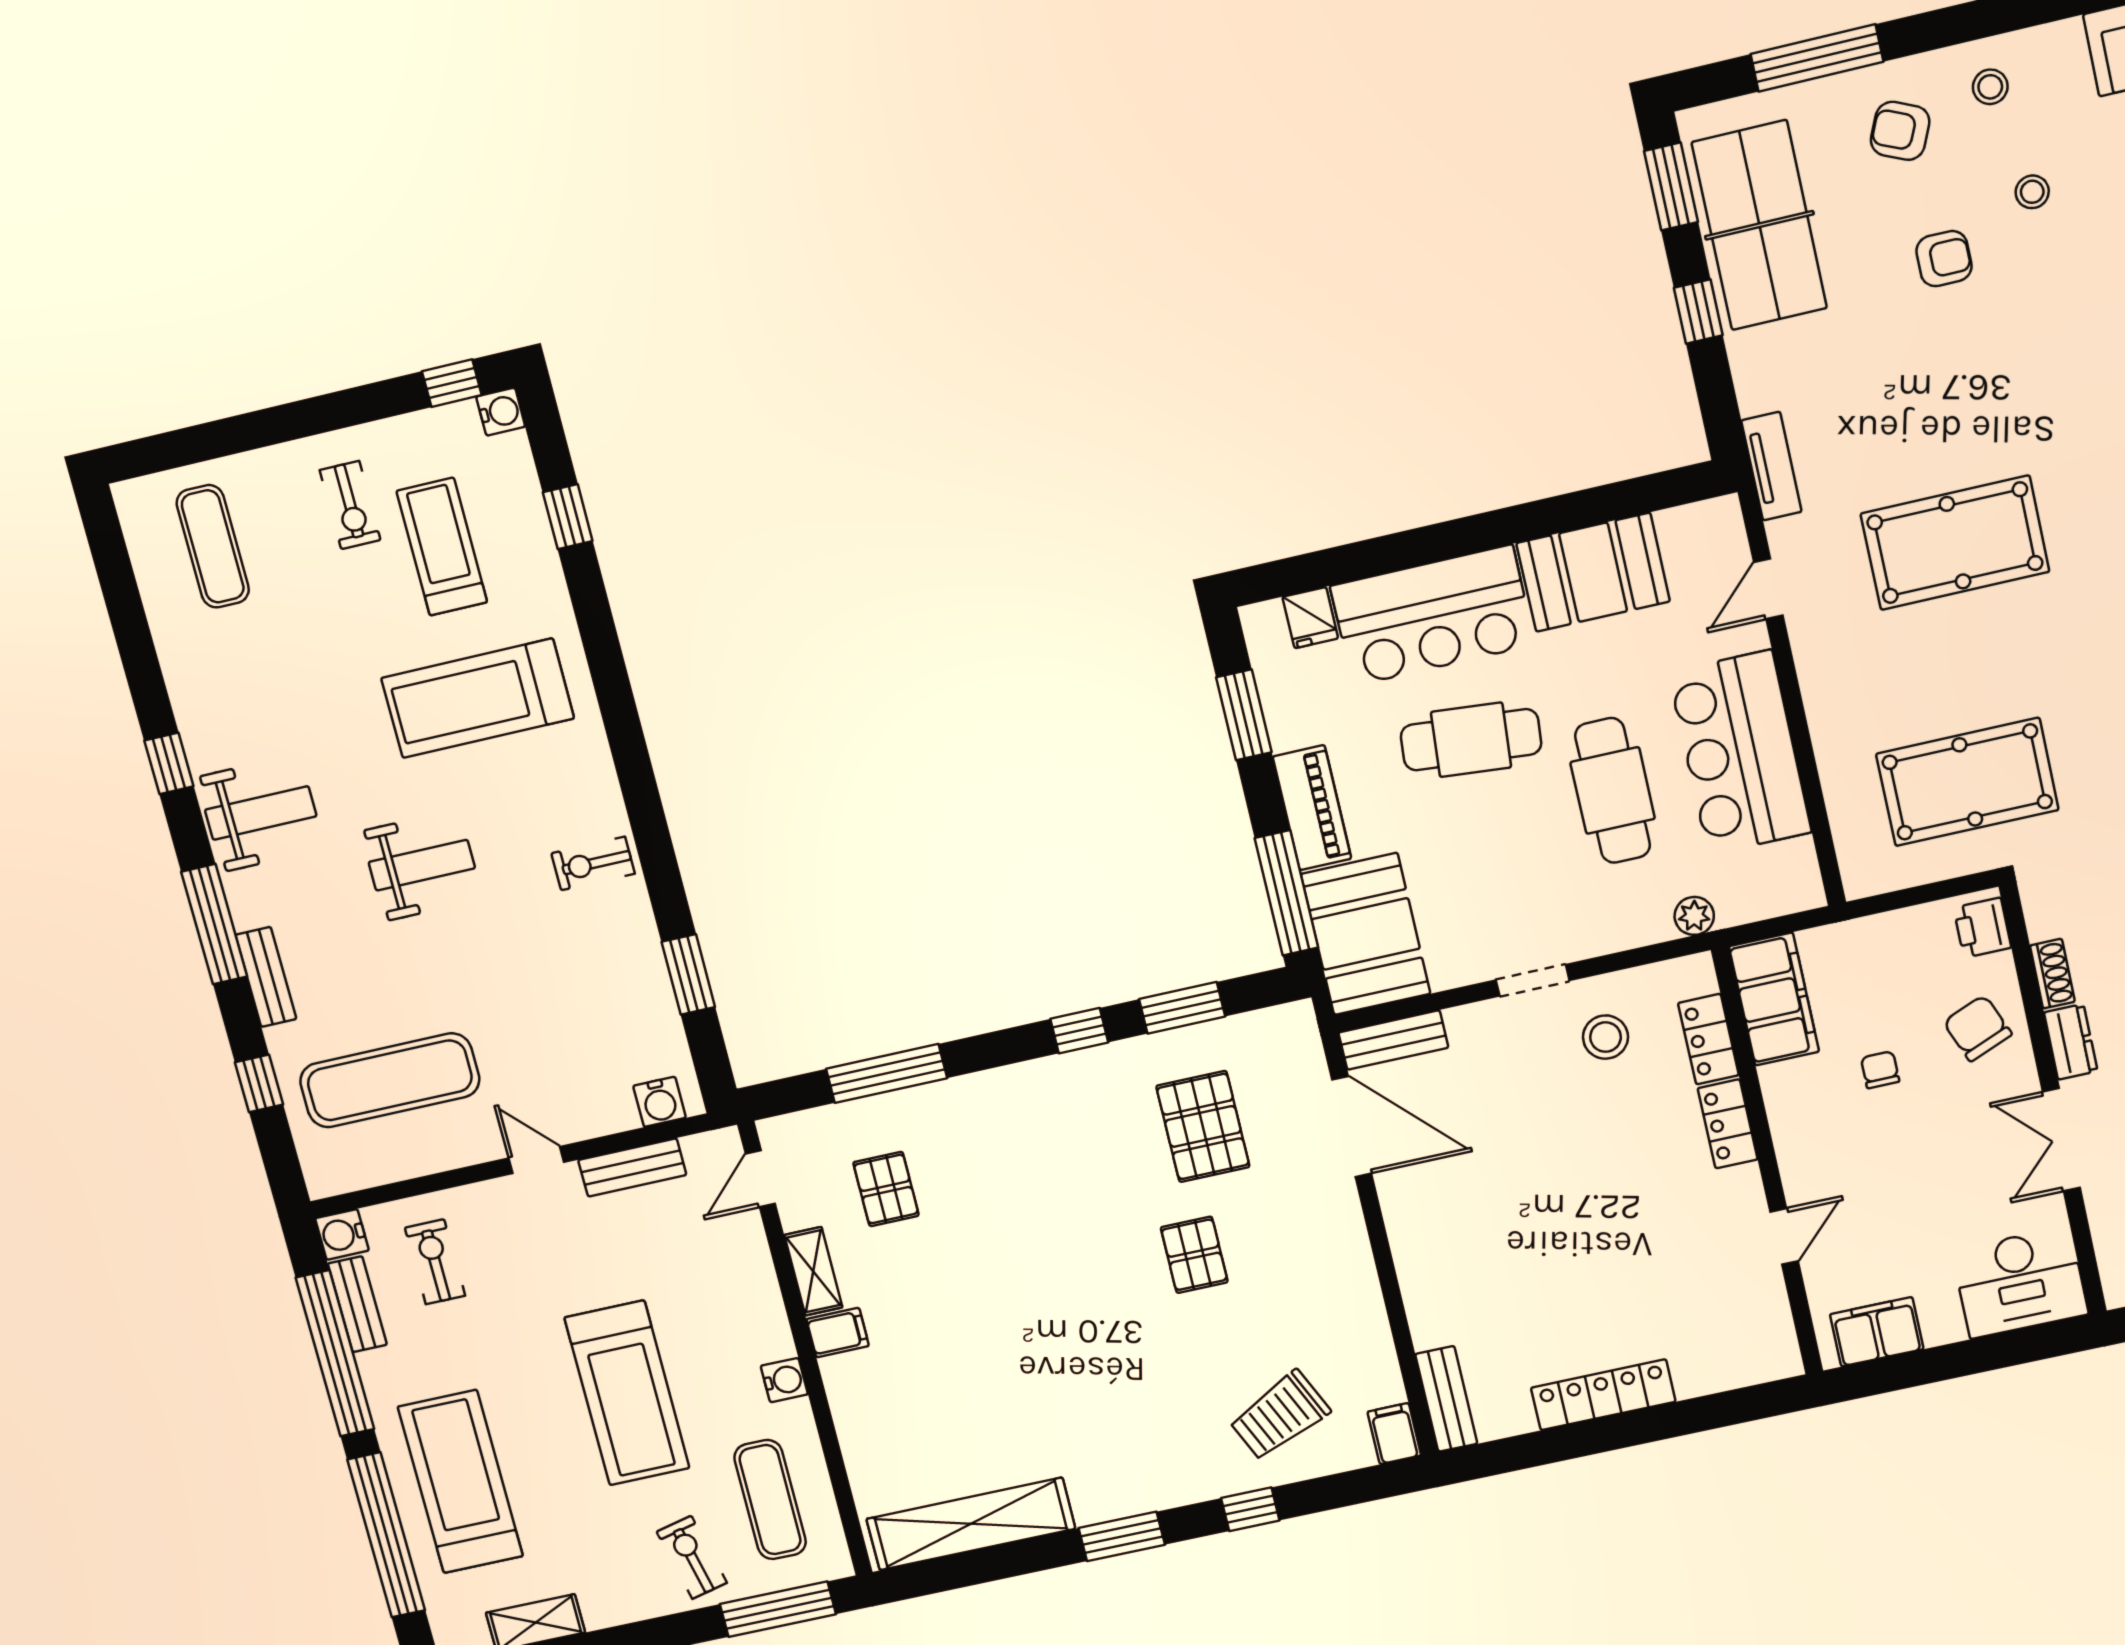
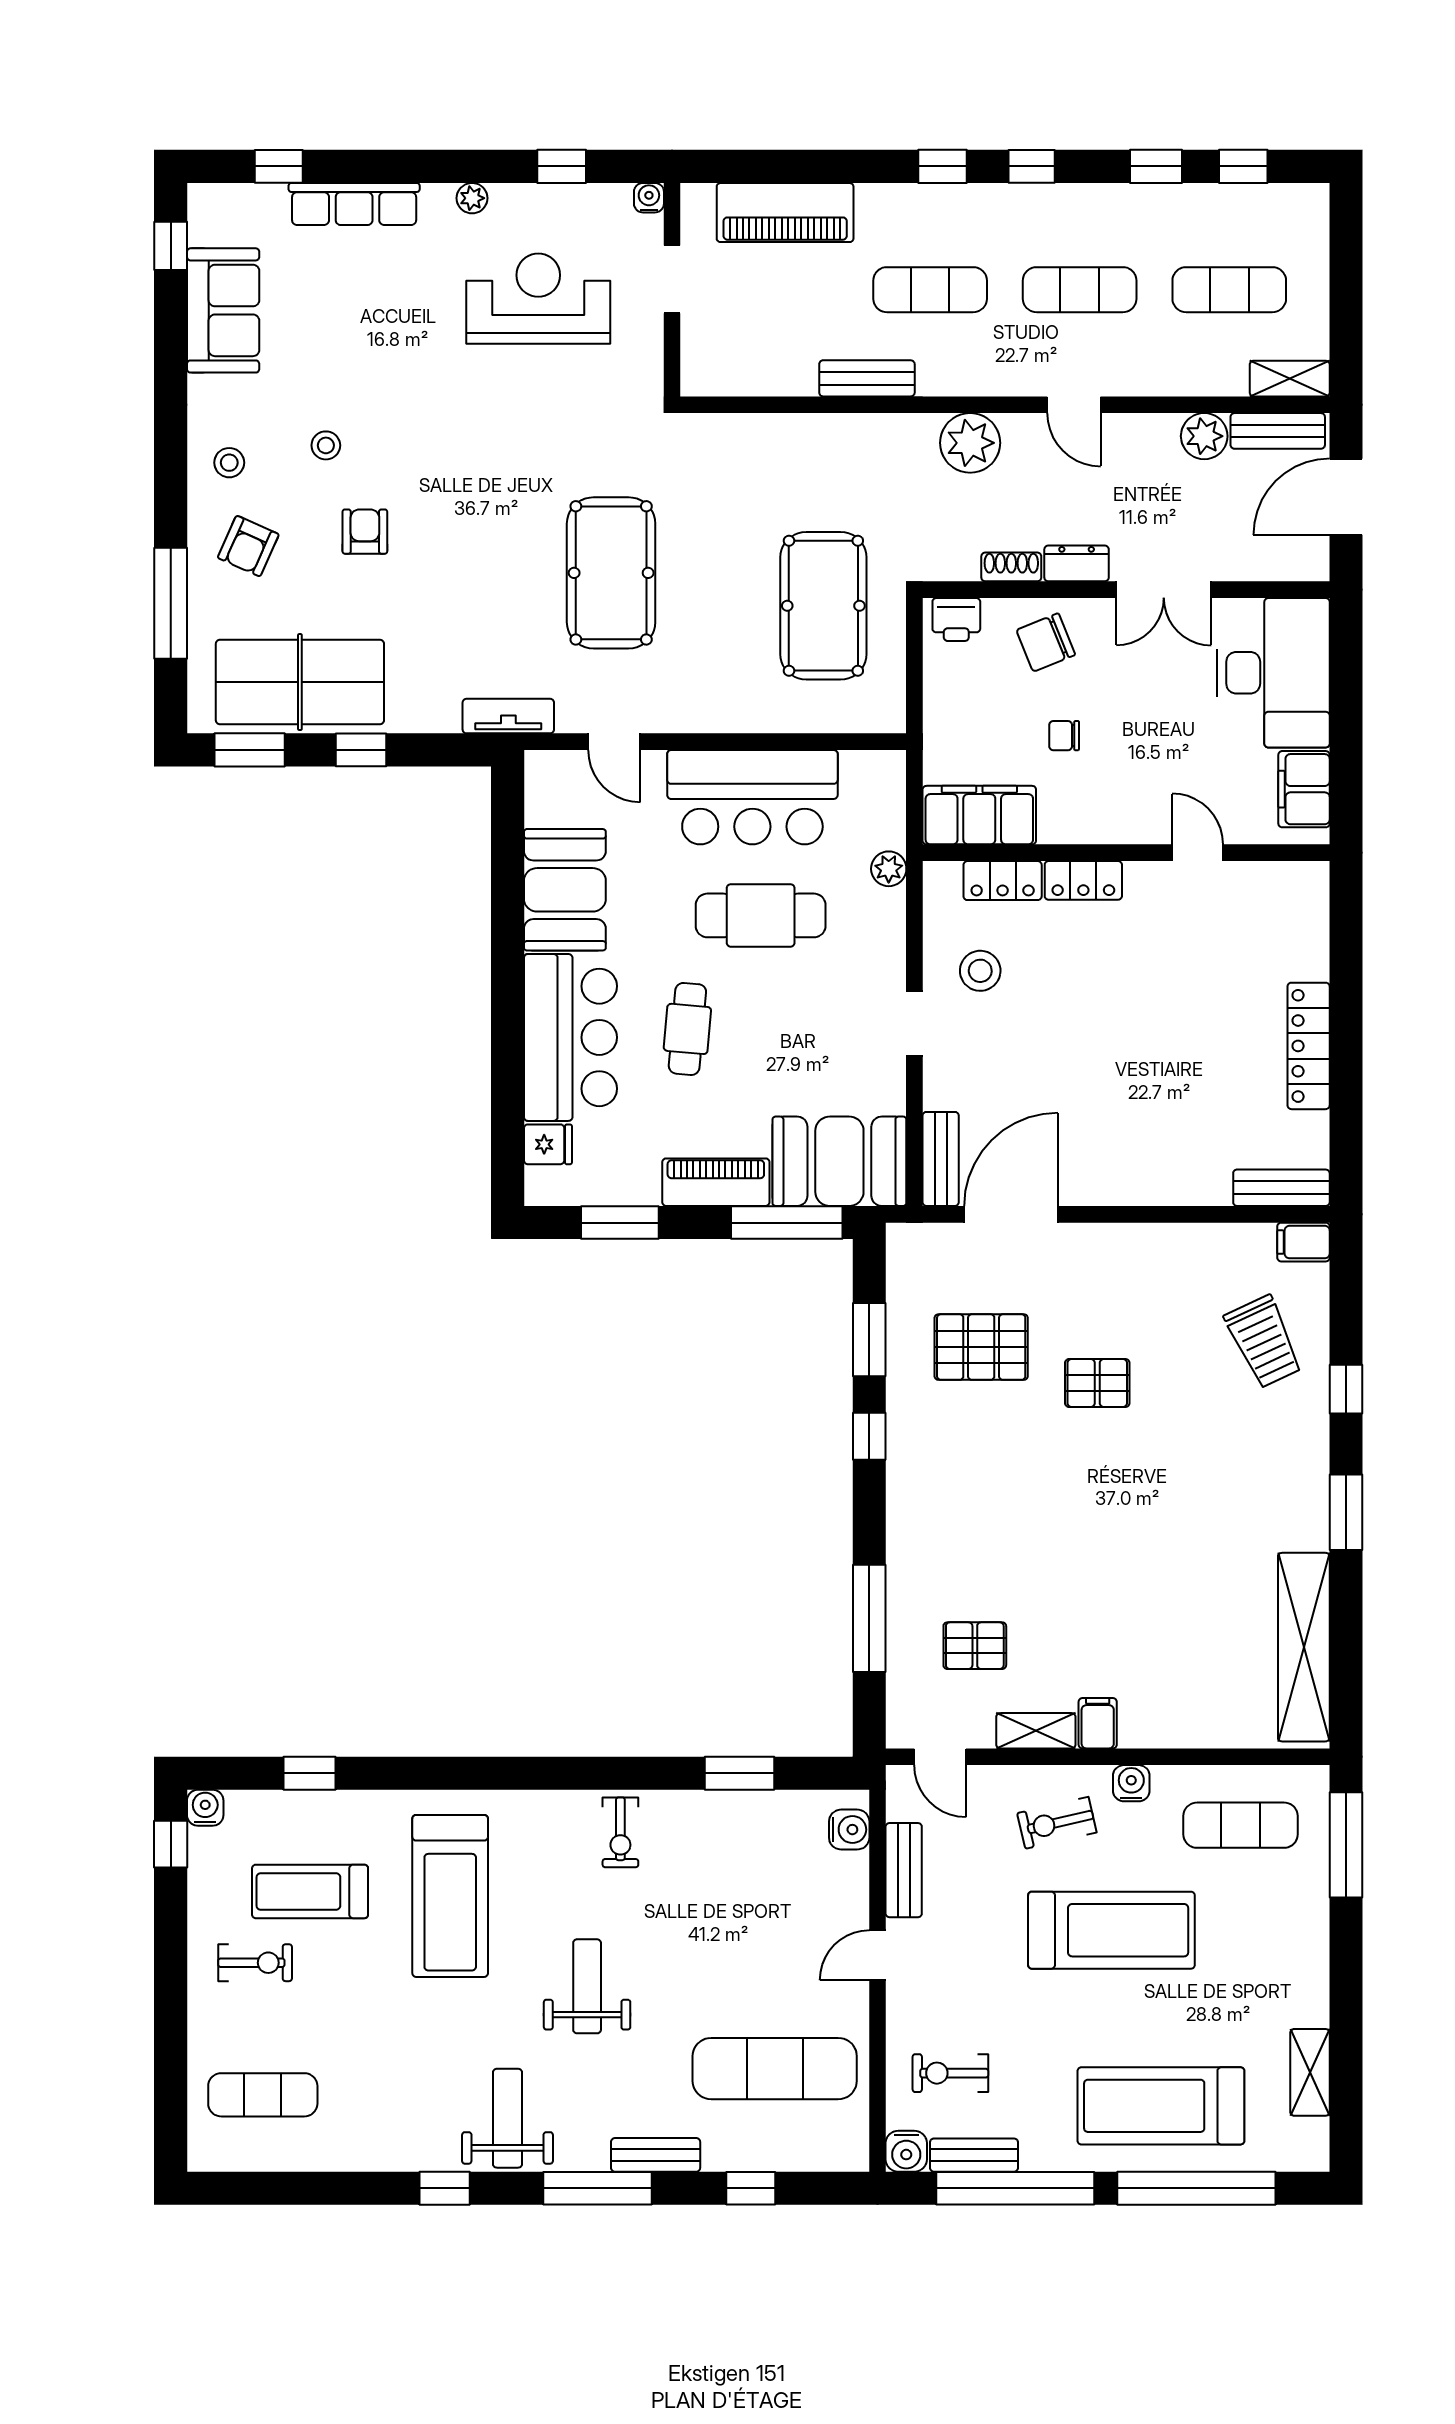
cafe table: (1471, 740) -> (687, 1029), width x0.73, depth x0.74
exercise mat: (390, 1080) -> (775, 2069), turned 90
desk: (2020, 1282) -> (1273, 673), width x1.36, depth x1.30
exercise bike: (692, 1557) -> (1057, 1823), moved

